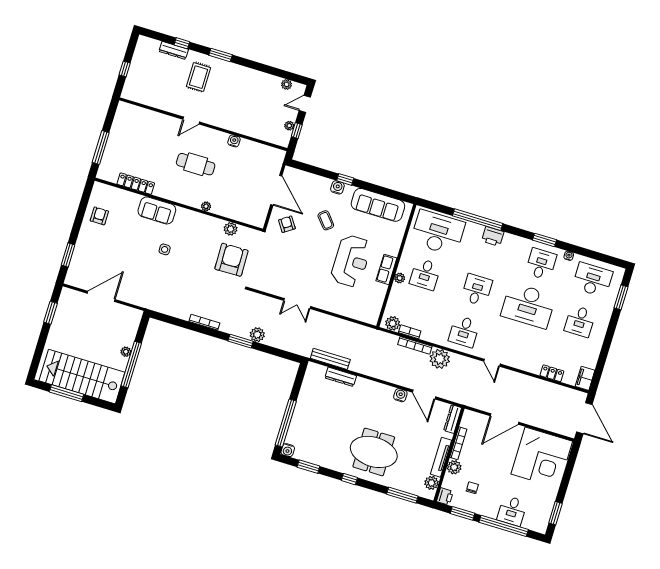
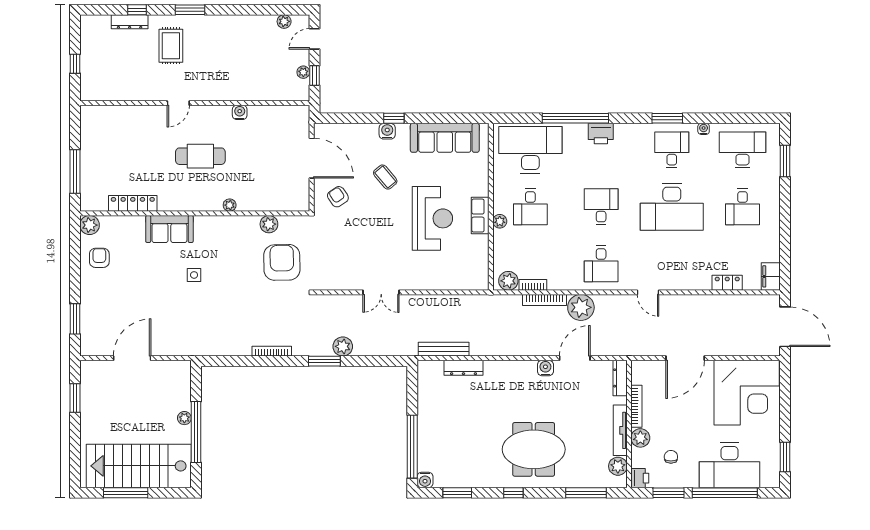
plant: (99, 190) -> (90, 225), added
door: (424, 394) -> (575, 358), swing flipped
desk: (512, 511) -> (730, 465), width x1.87, depth x1.30

